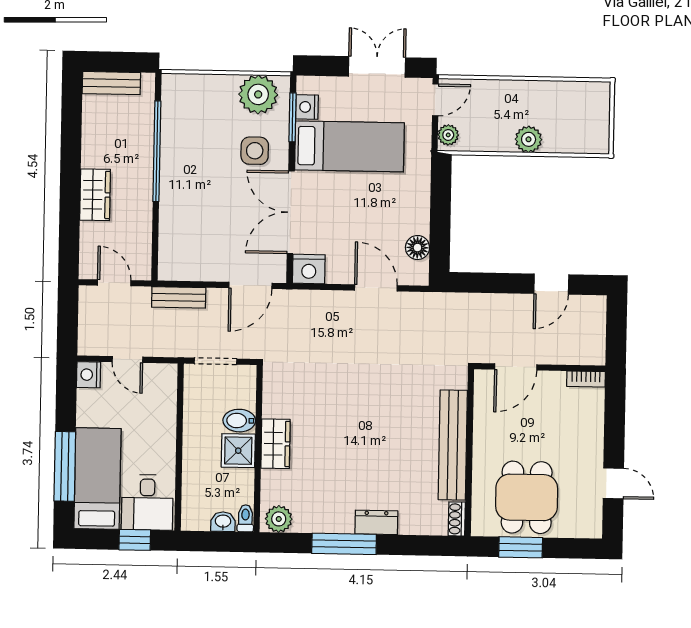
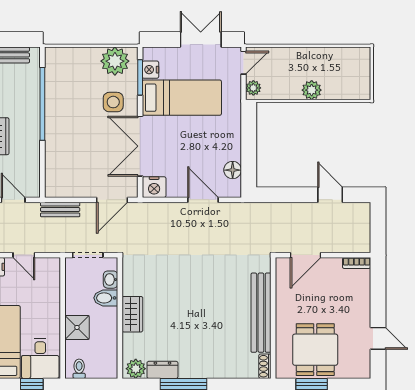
door: (551, 284) -> (330, 195), swing flipped
shower: (238, 451) -> (77, 327), moved
toilet: (245, 518) -> (79, 369), moved
washbasin: (223, 522) -> (111, 280), moved, turned -90
dresser: (376, 522) -> (162, 370), moved

